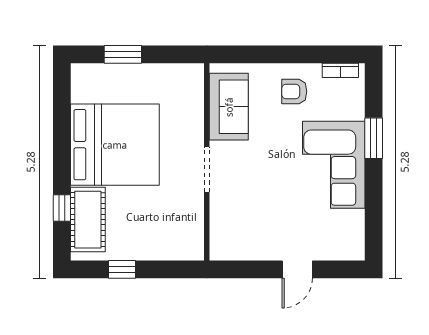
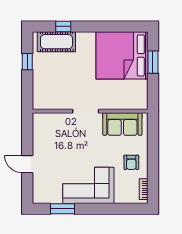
armchair: (294, 91) -> (131, 162), turned 180
window: (374, 138) -> (63, 209), moved
bed: (115, 145) -> (122, 55), moved, turned 90

